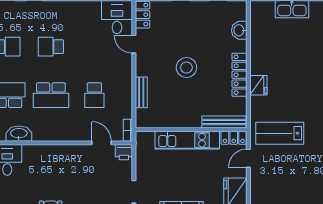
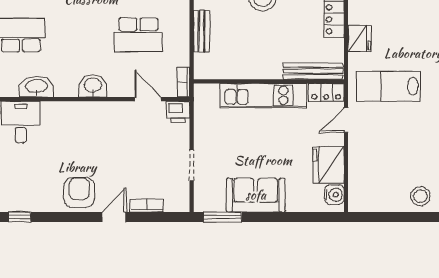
fridge: (258, 85) -> (359, 39), moved
school desk: (51, 95) -> (80, 35), removed
school desk: (94, 95) -> (138, 35), width x1.85
washbasin: (61, 133) -> (93, 86), added

